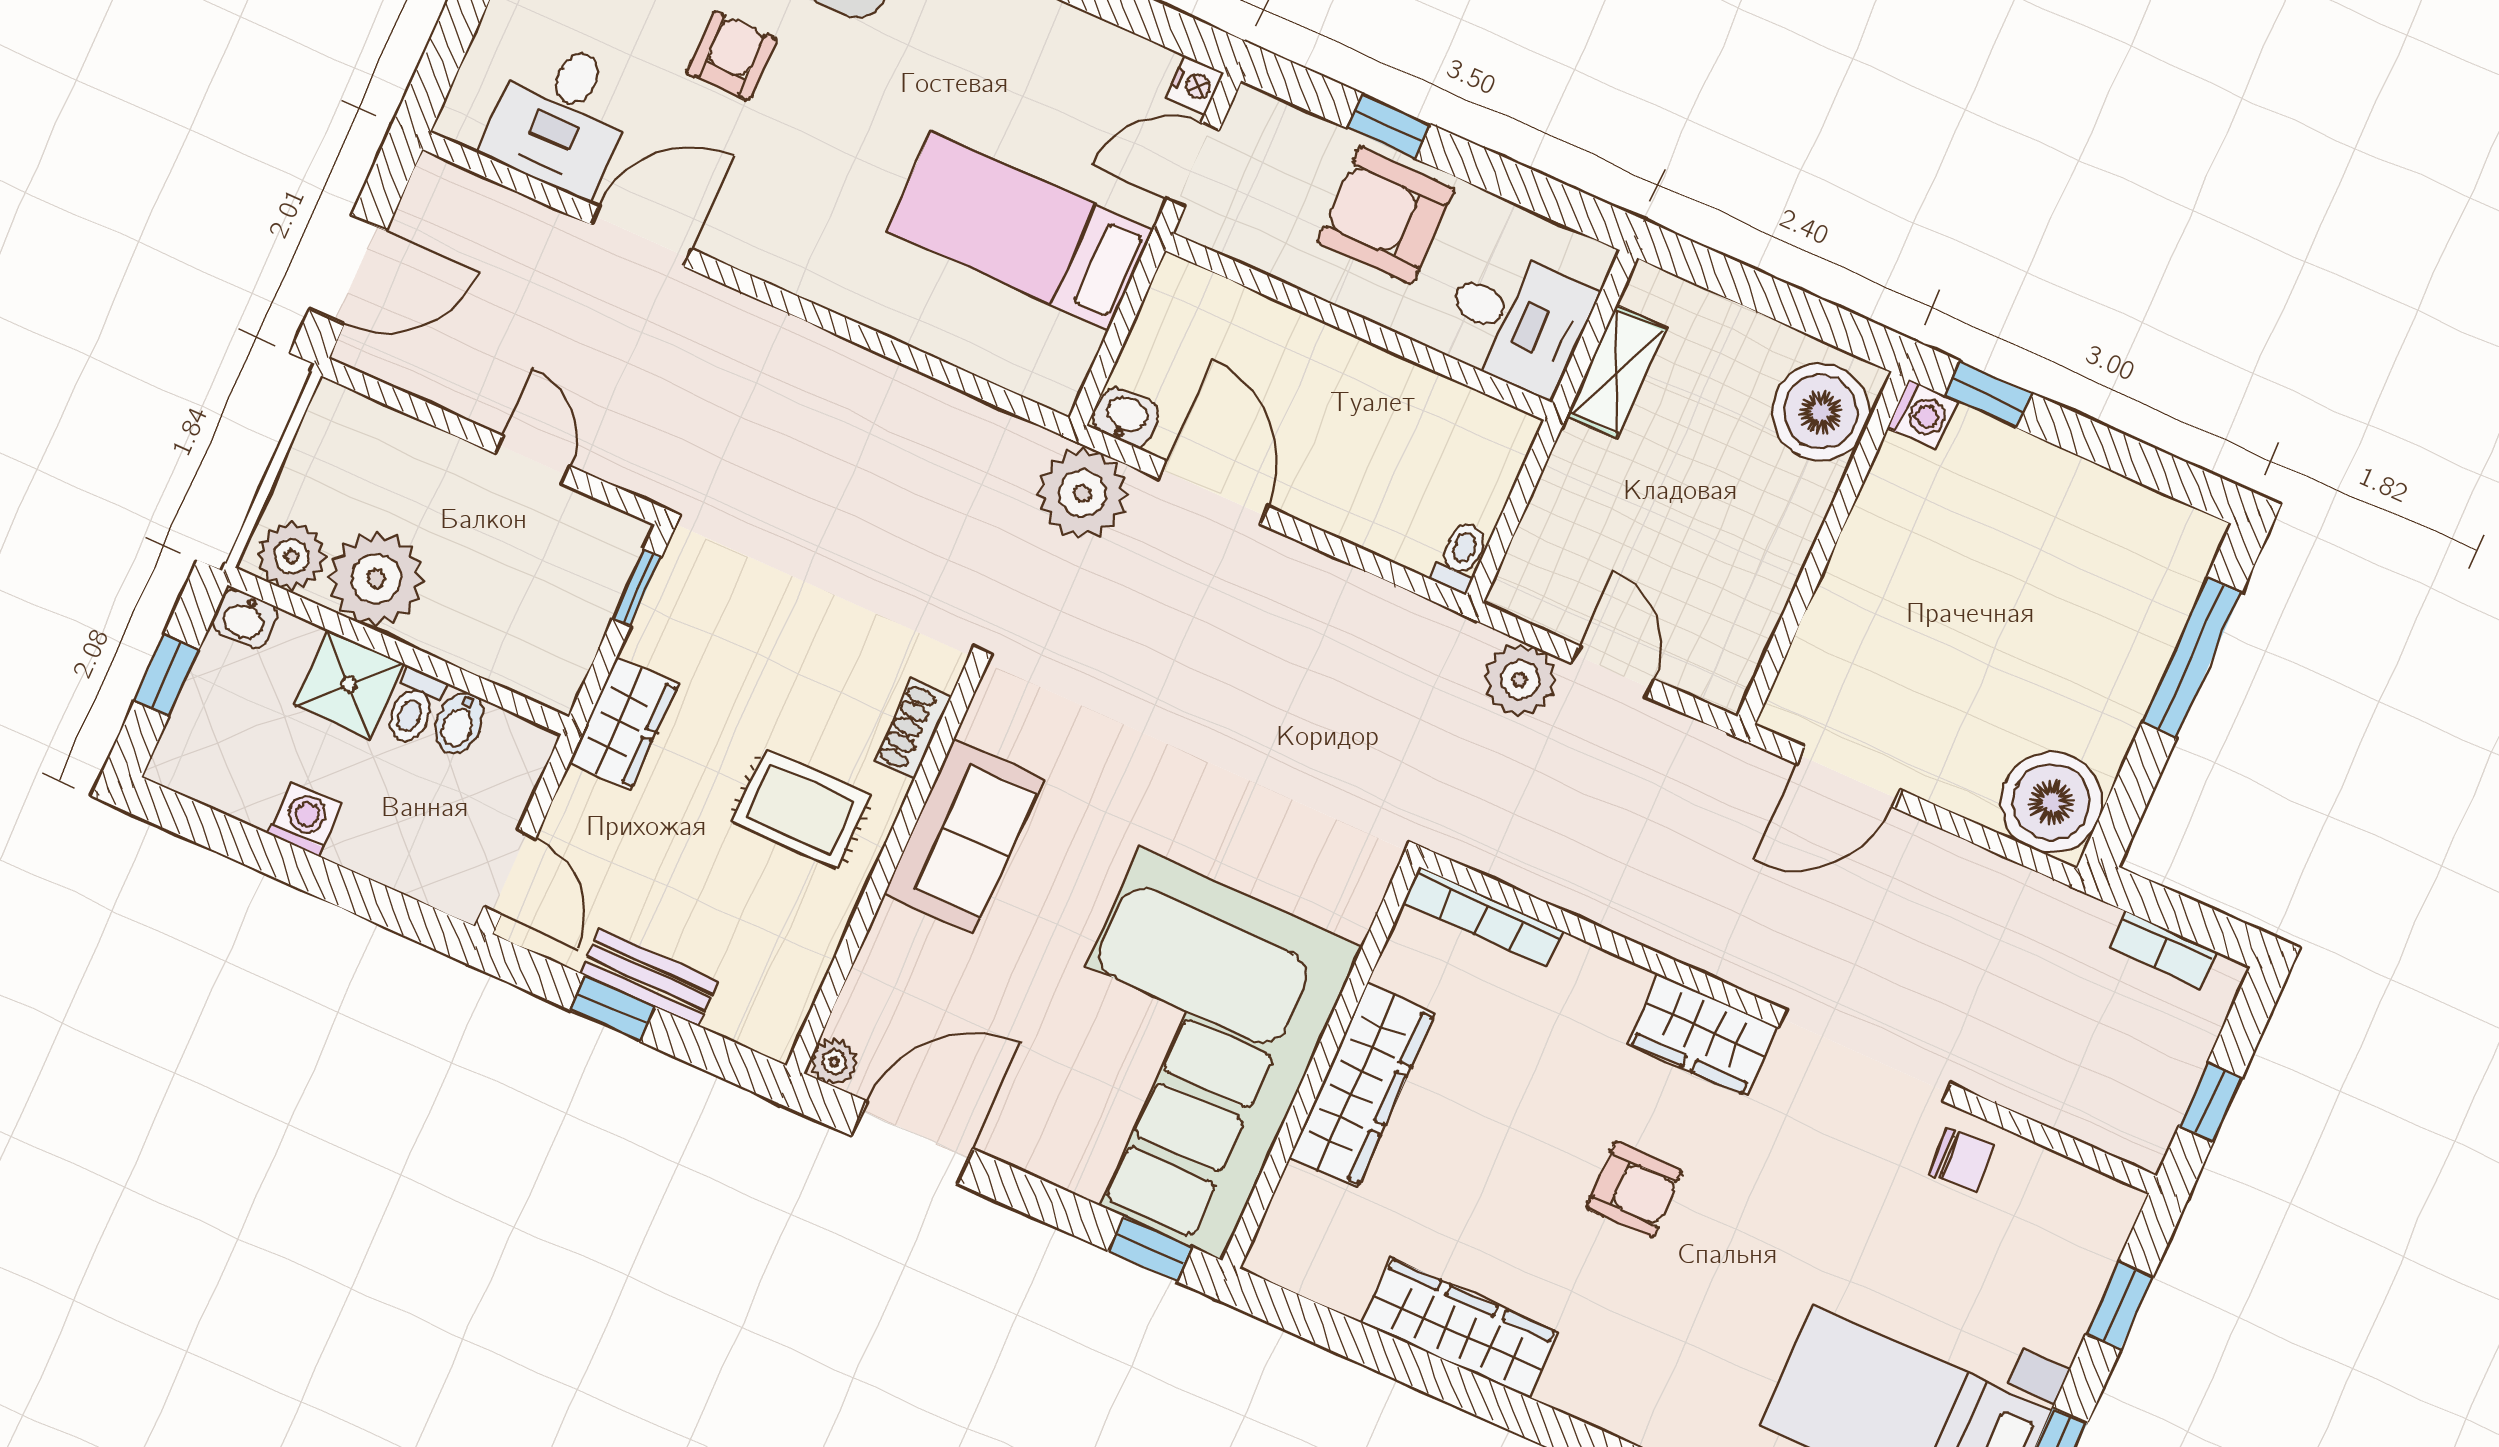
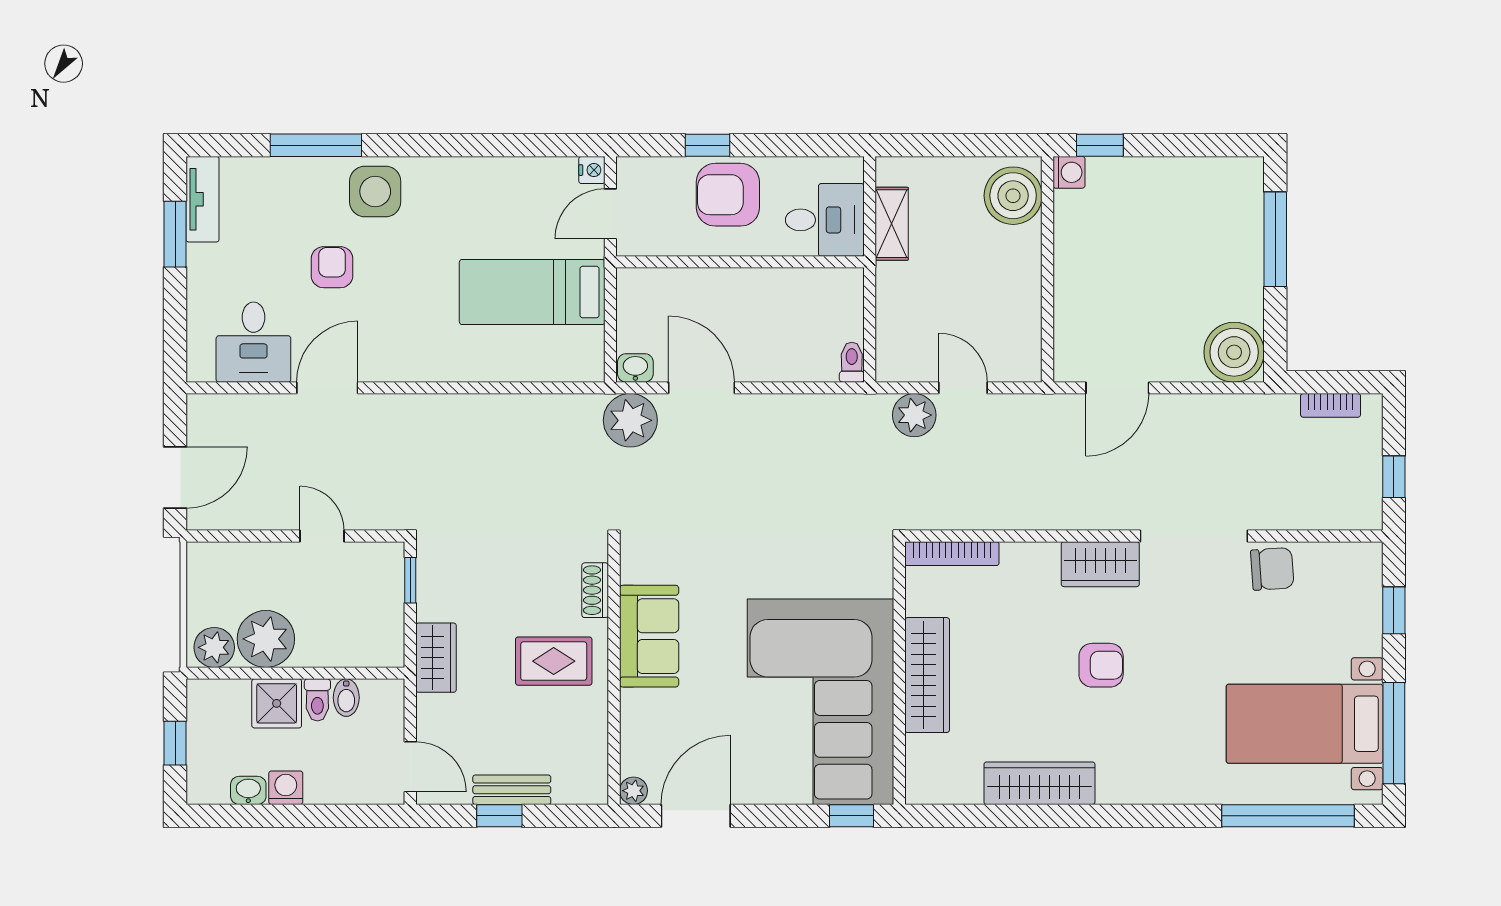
washbasin: (245, 619) -> (248, 790), moved, turned 180
chair: (1962, 1159) -> (1272, 569), width x1.37, depth x1.37

